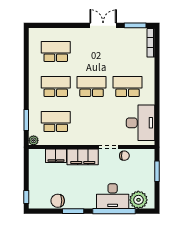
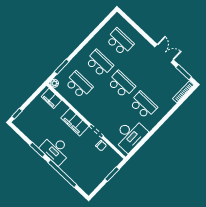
filing cabinet: (56, 156) -> (51, 98), moved
desk: (113, 196) -> (56, 150), moved
plant: (138, 200) -> (84, 181), removed
chair: (58, 201) -> (34, 134), removed

